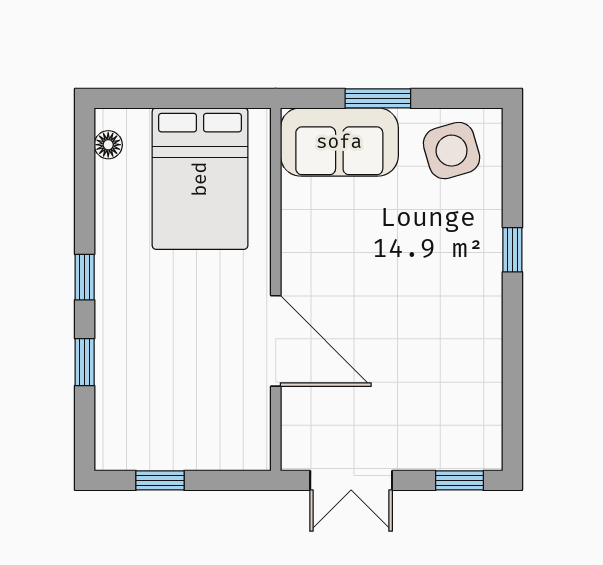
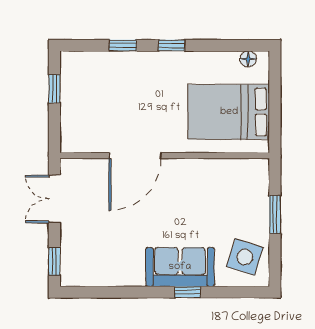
sofa: (339, 142) -> (180, 267), moved, turned 90
side table: (452, 151) -> (245, 257), turned 34

